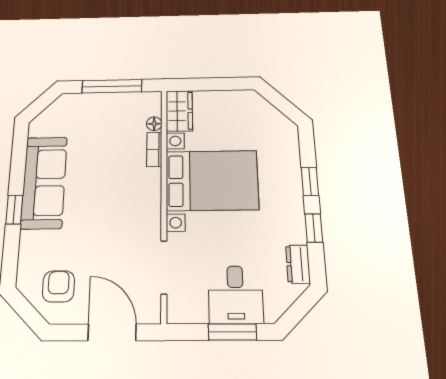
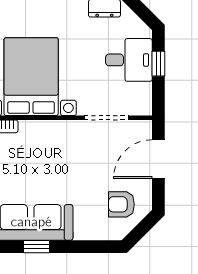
window: (14, 209) -> (37, 247), moved
window: (232, 332) -> (158, 64), width x0.67

